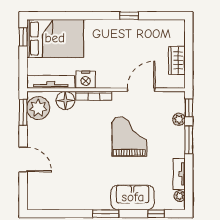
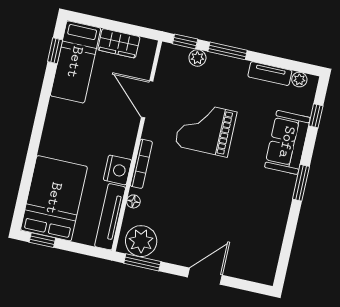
window: (129, 16) -> (55, 51), moved
bed: (157, 32) -> (75, 62), added
floor lamp: (66, 100) -> (133, 201), width x0.53, depth x0.53

